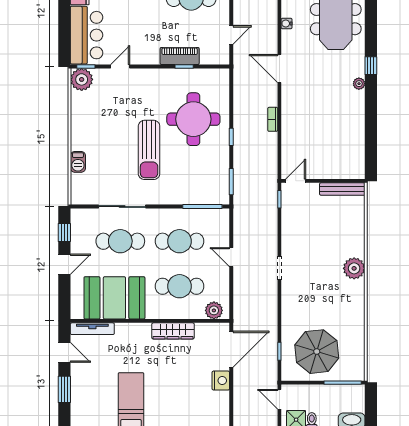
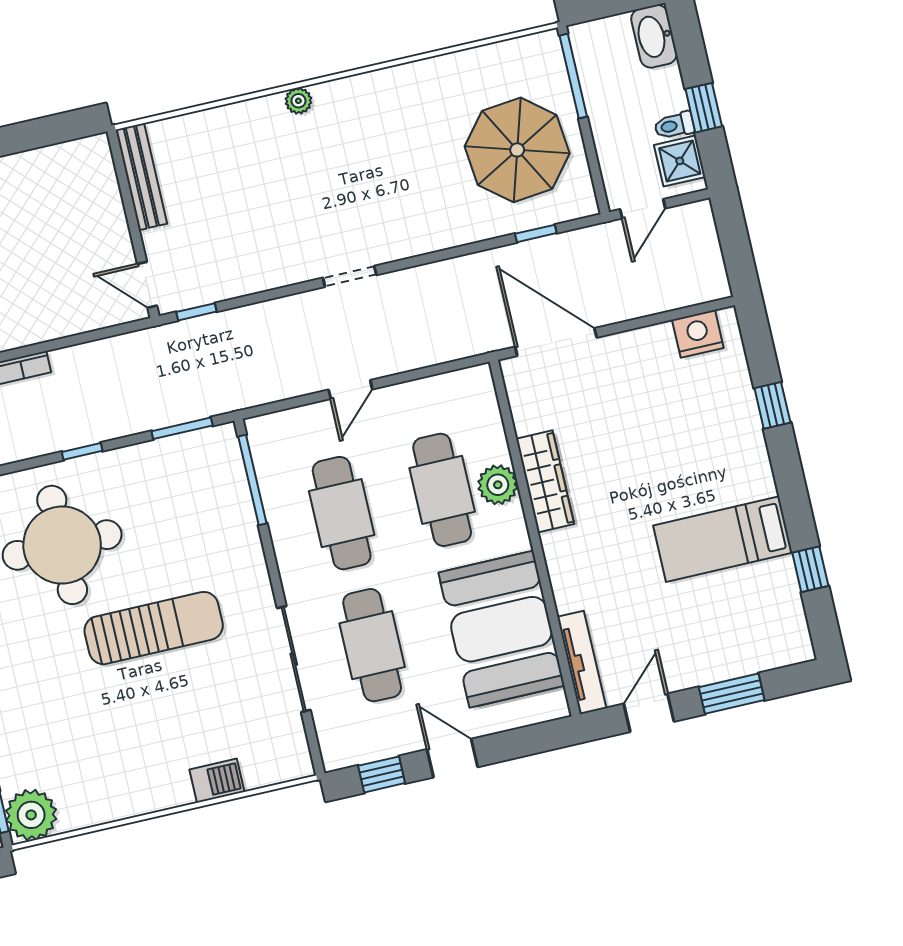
plant: (354, 268) -> (298, 101), width x0.53, depth x0.53
plant: (214, 310) -> (498, 485), moved
nightstand: (221, 381) -> (698, 334), moved

